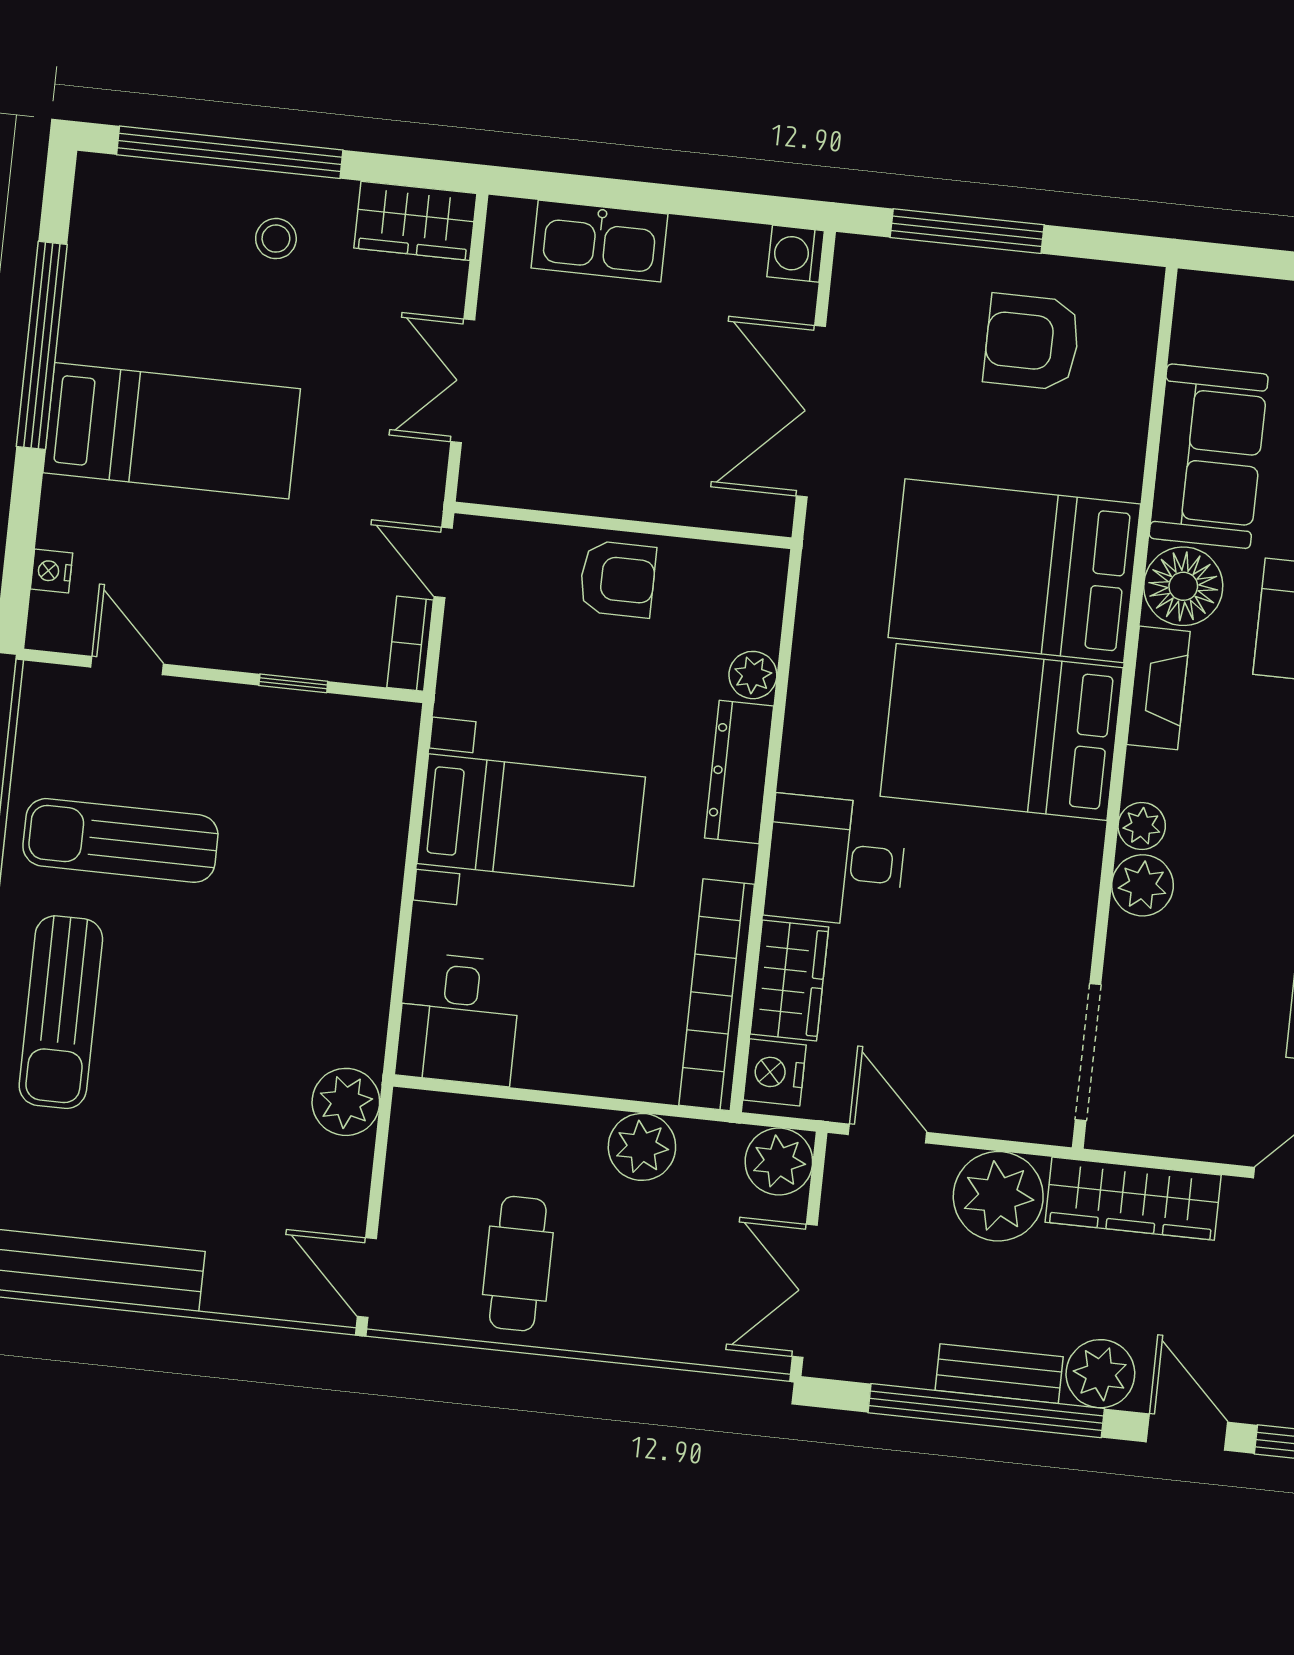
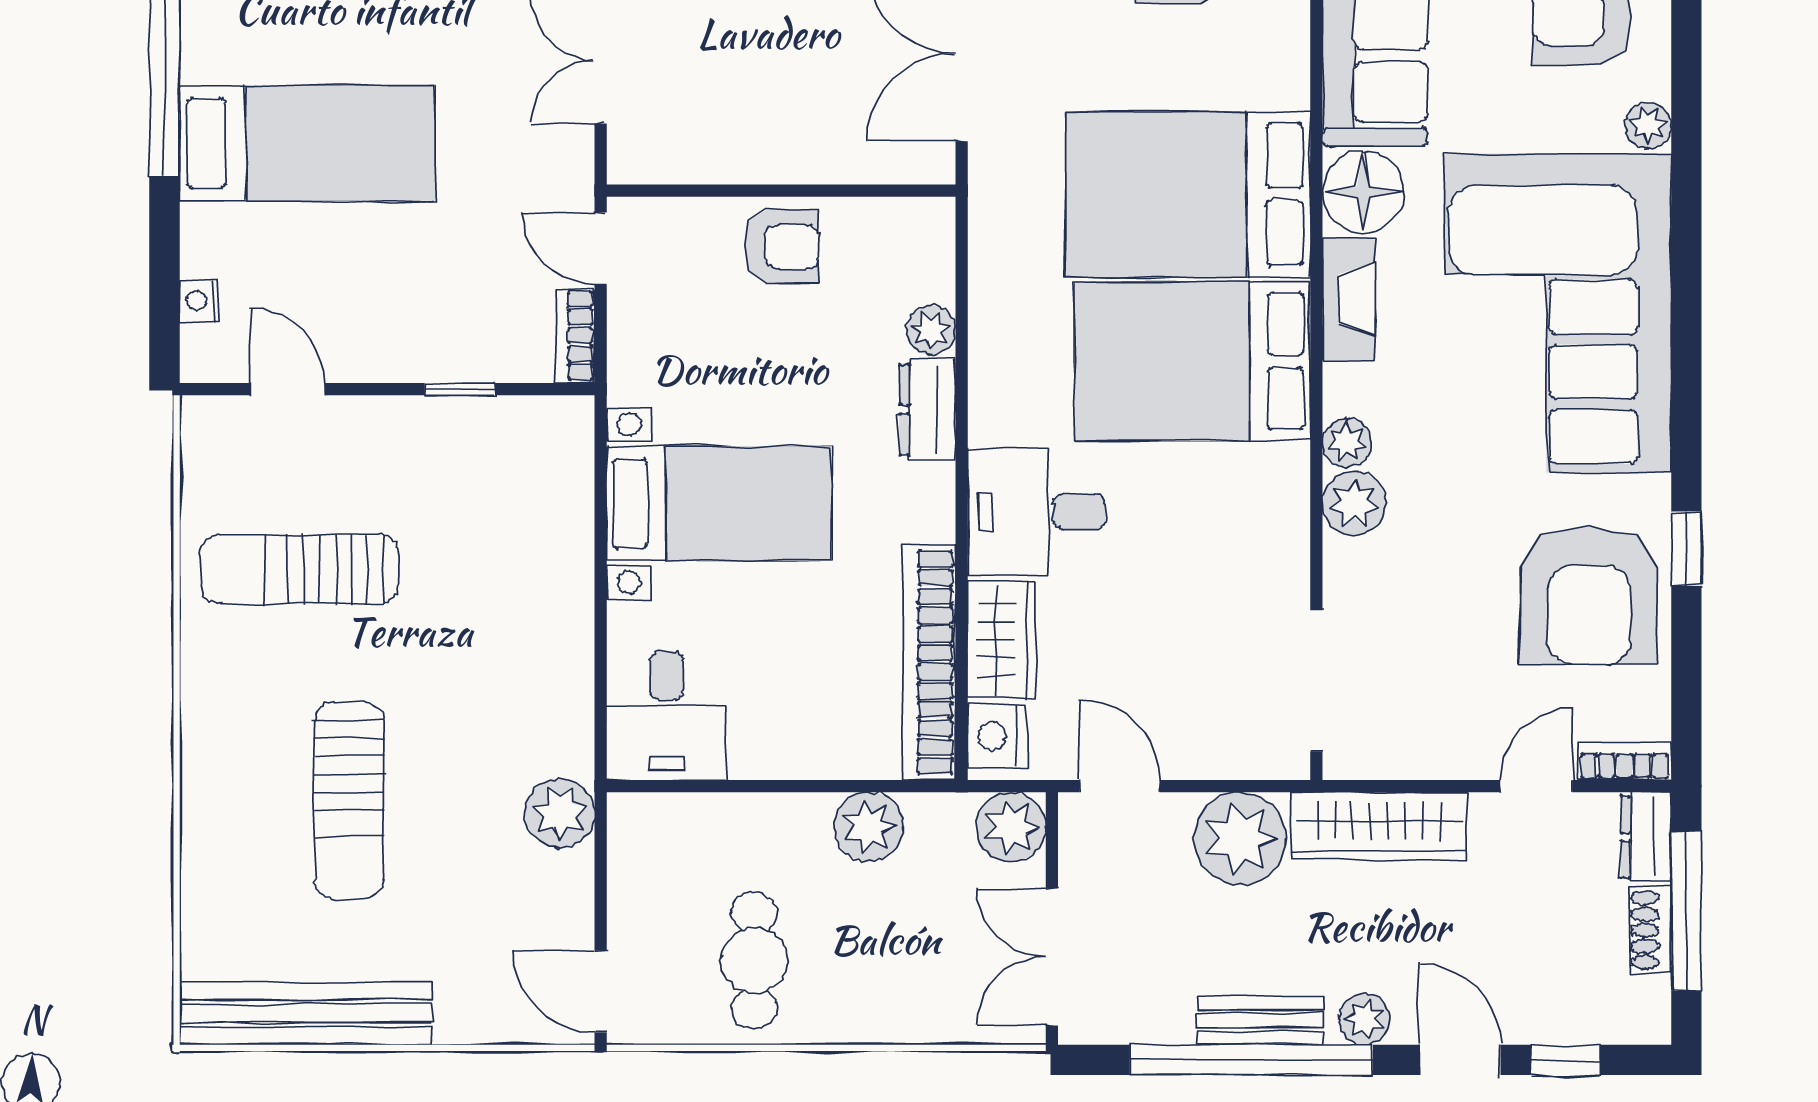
dresser: (739, 772) -> (927, 409), width x0.70
sun lounger: (61, 1012) -> (349, 801), moved
plant: (1100, 1374) -> (1365, 1019), width x0.73, depth x0.73

